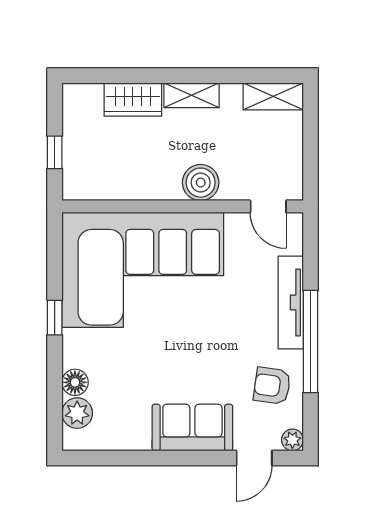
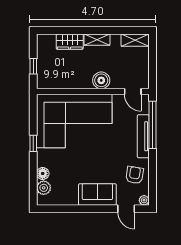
window: (311, 342) -> (152, 125), moved
armchair: (272, 386) -> (135, 175), turned 91
door: (254, 458) -> (126, 209), hinge flipped

